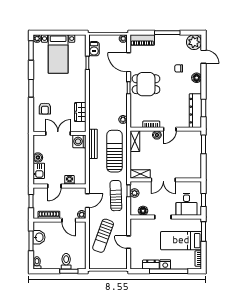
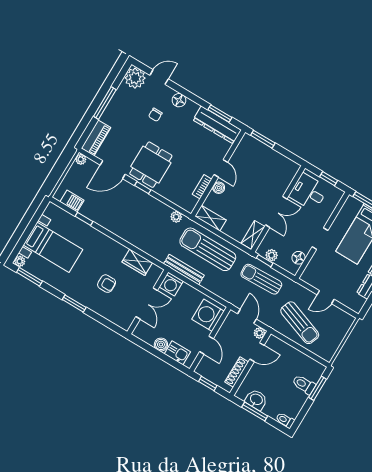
armchair: (45, 109) -> (107, 284), moved
double door: (58, 133) -> (147, 304), swing flipped
washing machine: (69, 180) -> (208, 315), width x1.89, depth x1.89
desk: (187, 204) -> (309, 192), moved, turned 180

